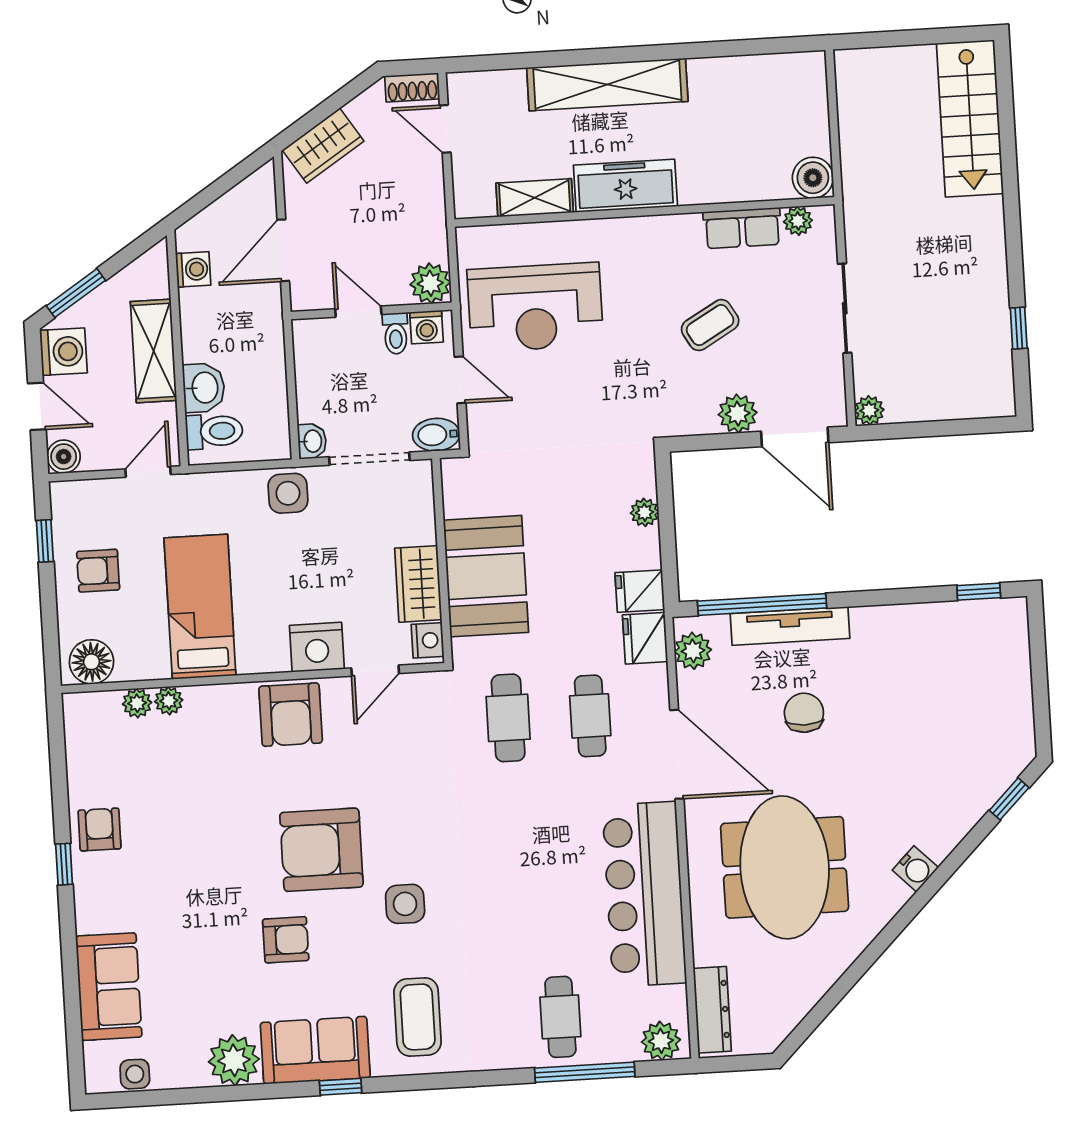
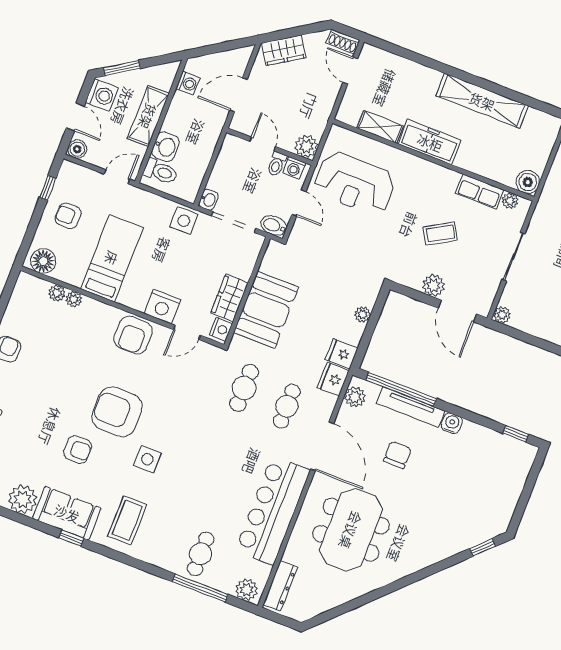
shelving: (607, 85) -> (482, 101), moved
water cooler: (915, 869) -> (452, 423), moved, turned -135

